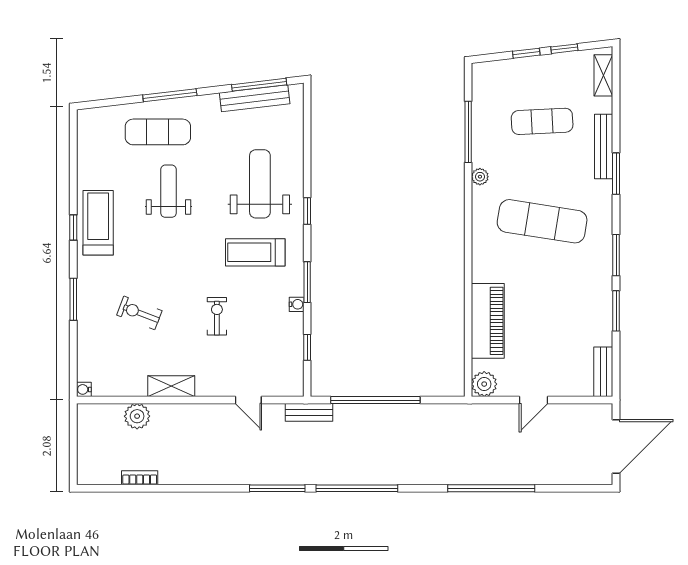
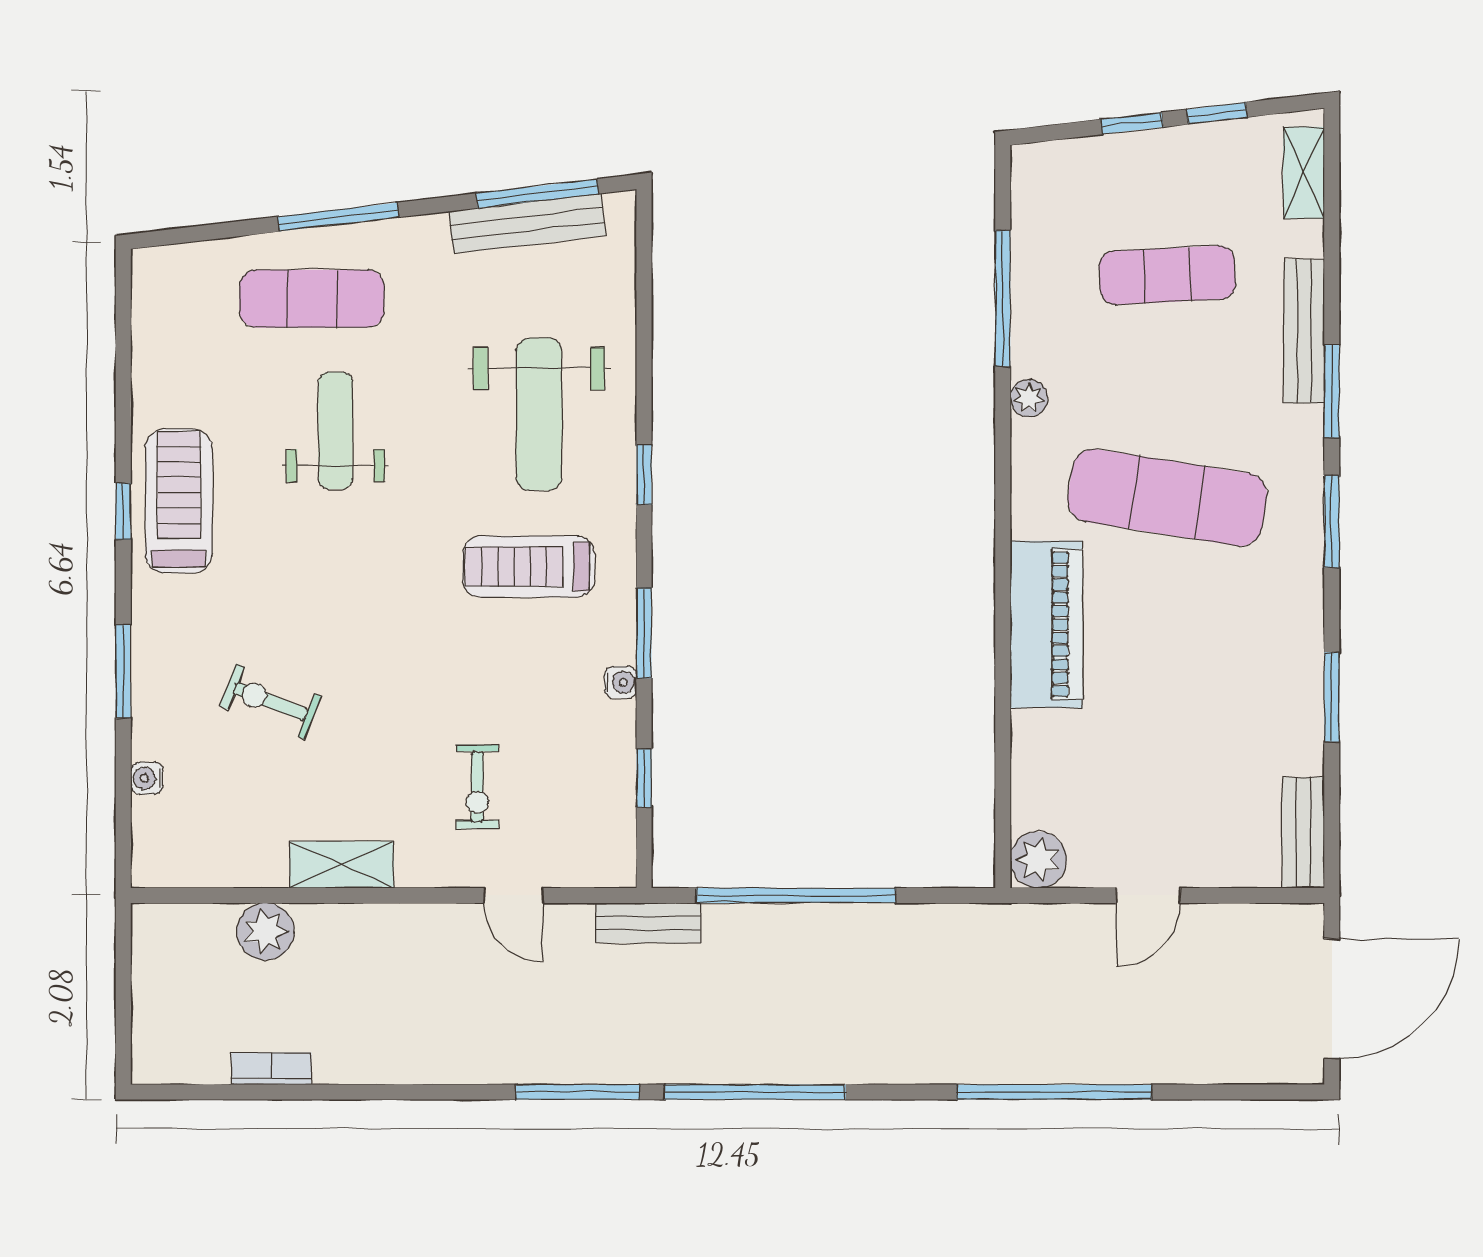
weight bench: (260, 184) -> (539, 414), turned 180
window: (616, 255) -> (1332, 522), moved
exercise bike: (217, 316) -> (477, 787), moved, turned 180
piano: (488, 321) -> (1046, 624), moved
water cooler: (84, 389) -> (147, 778), moved

